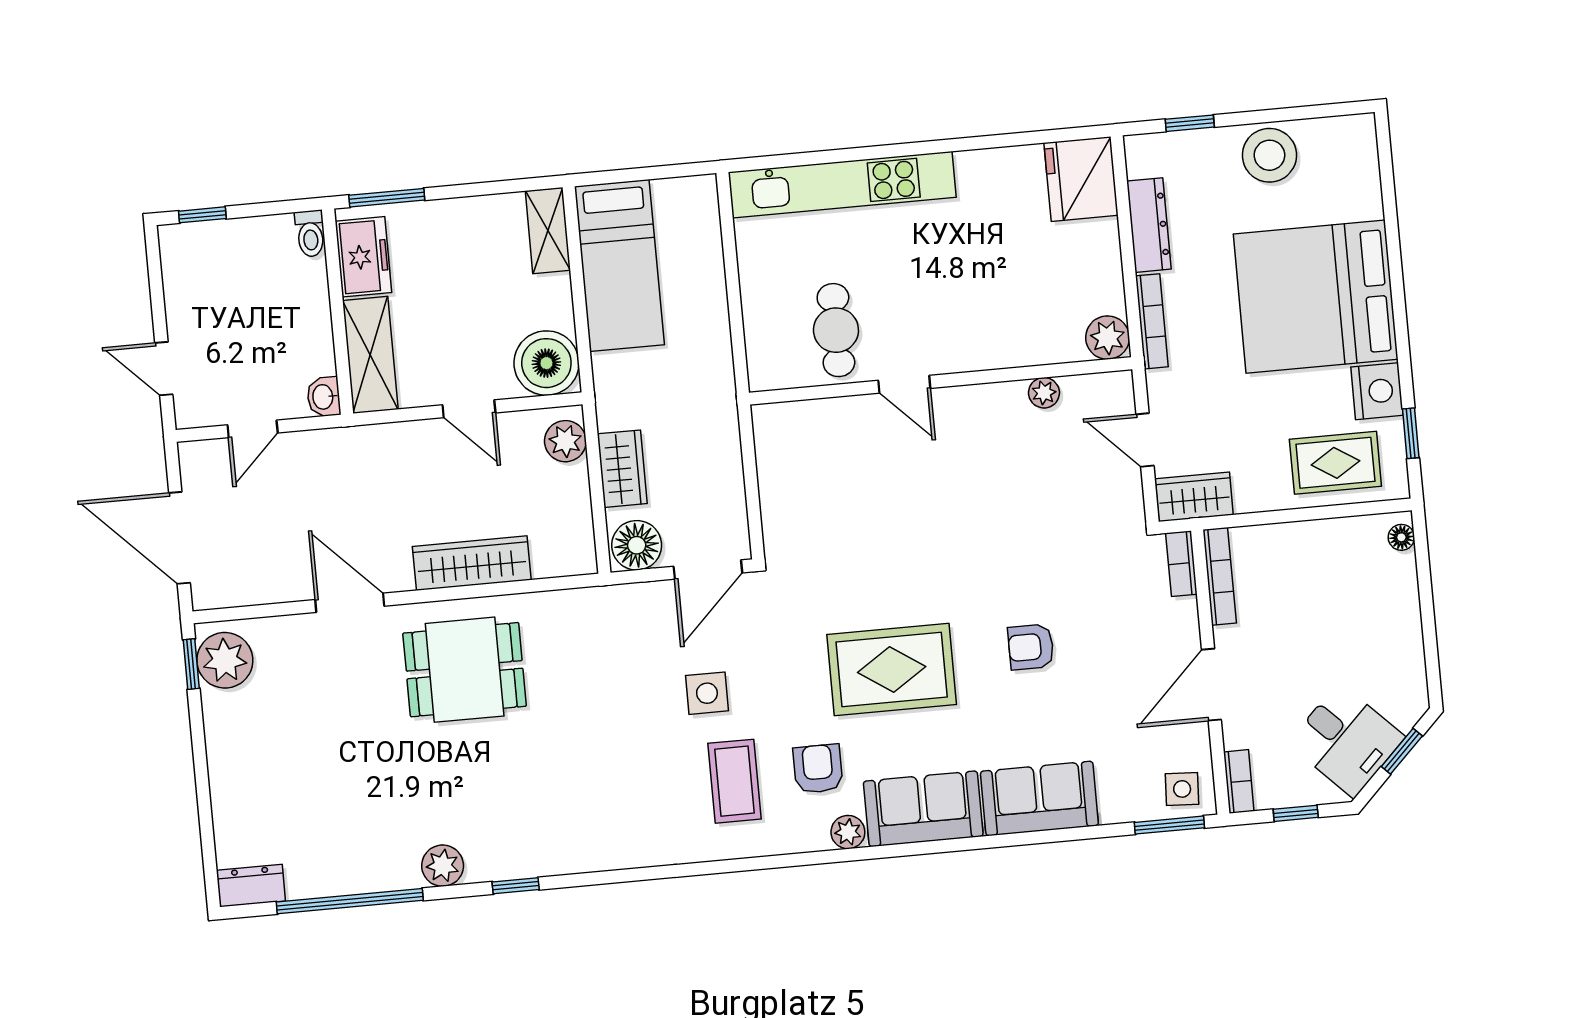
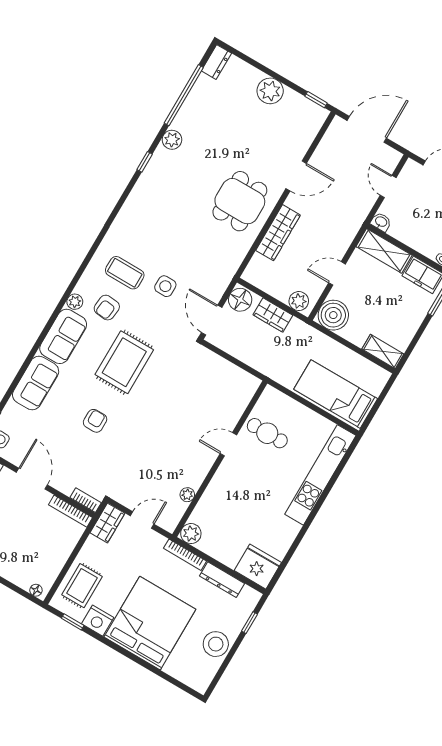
bed: (619, 265) -> (336, 394), moved
plant: (225, 660) -> (270, 91), moved
armchair: (818, 769) -> (107, 308), turned 96

